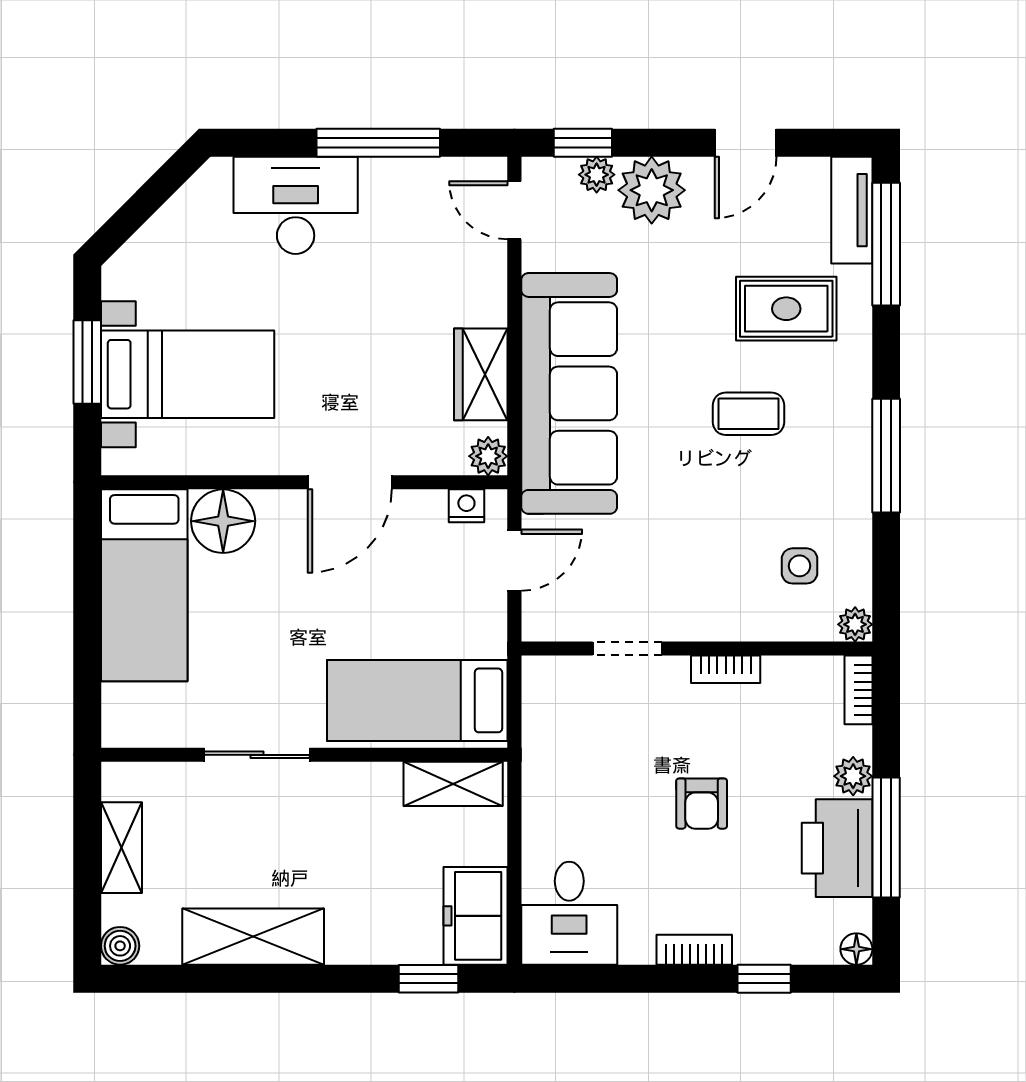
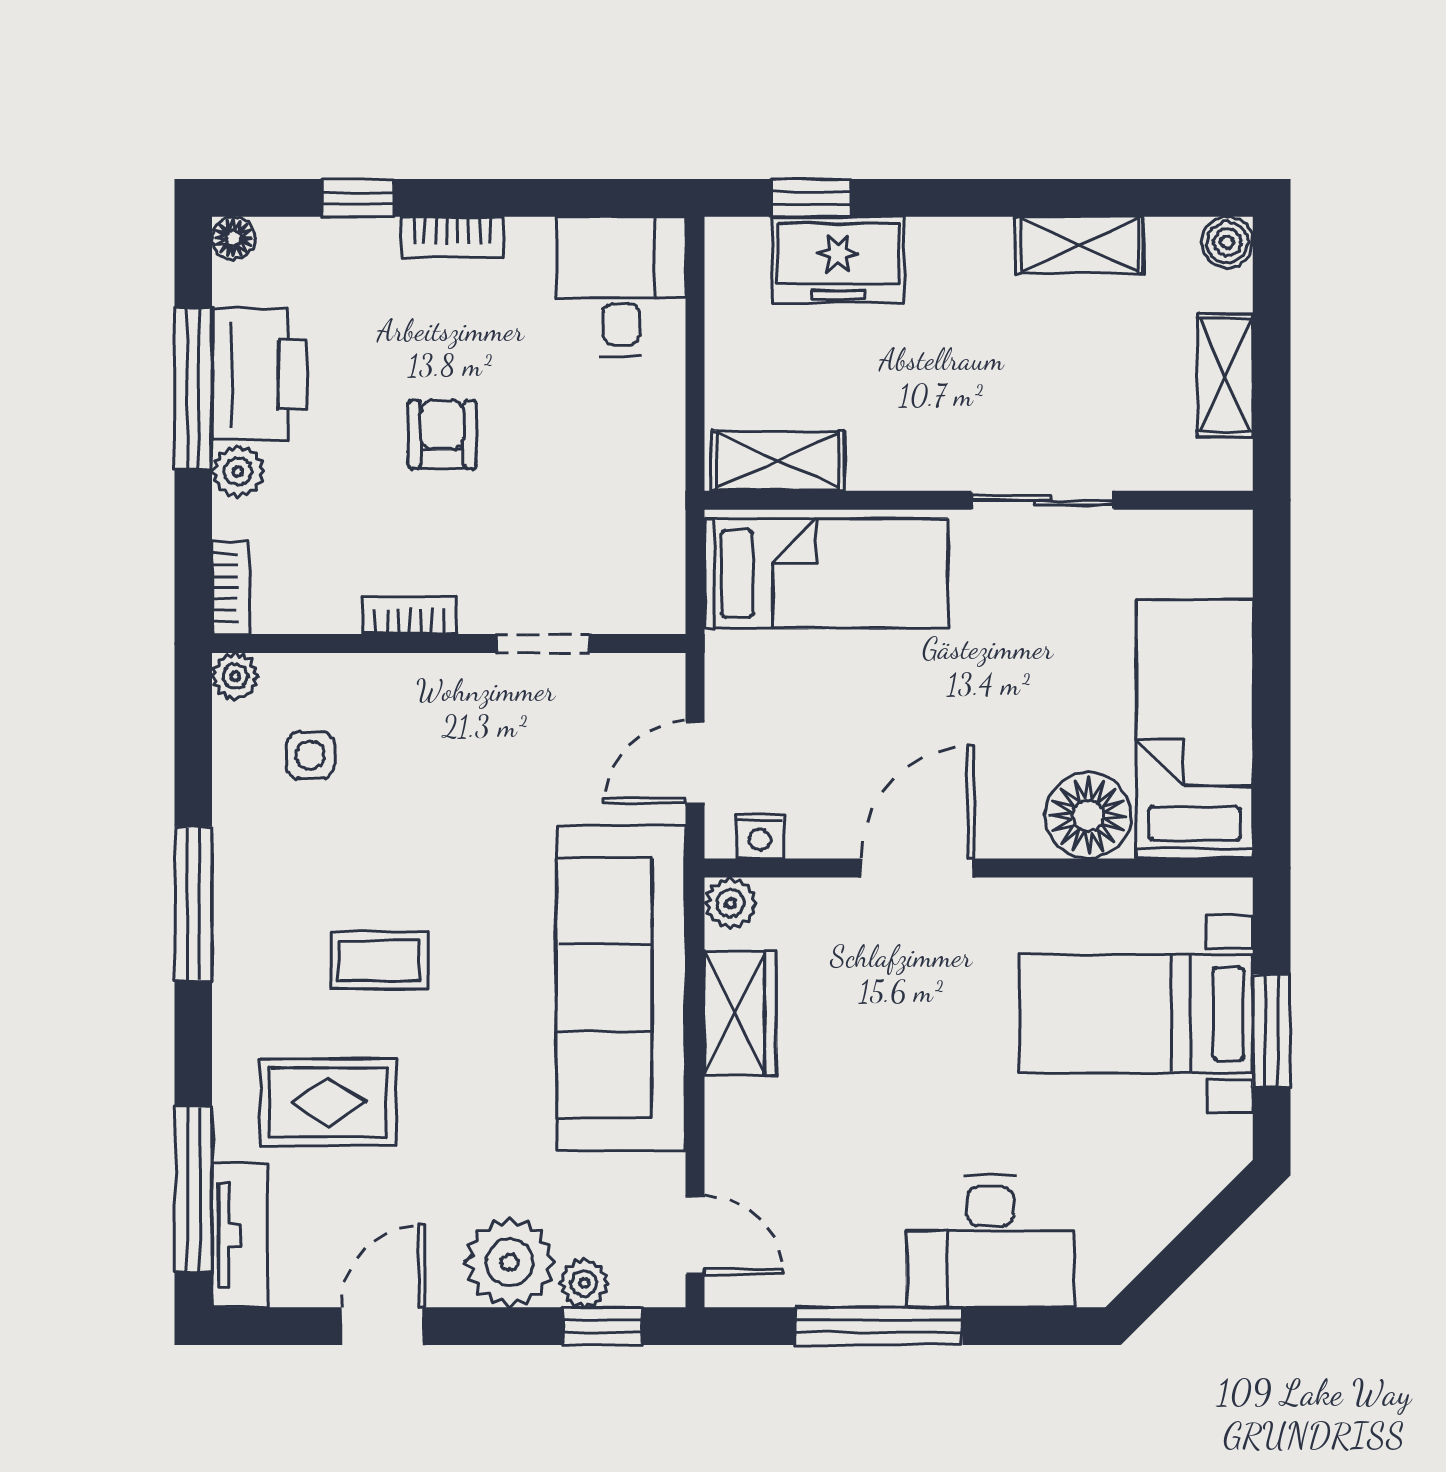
freezer: (476, 916) -> (838, 260), moved, turned 90
shelving: (253, 937) -> (1079, 245), width x0.67, depth x0.75

